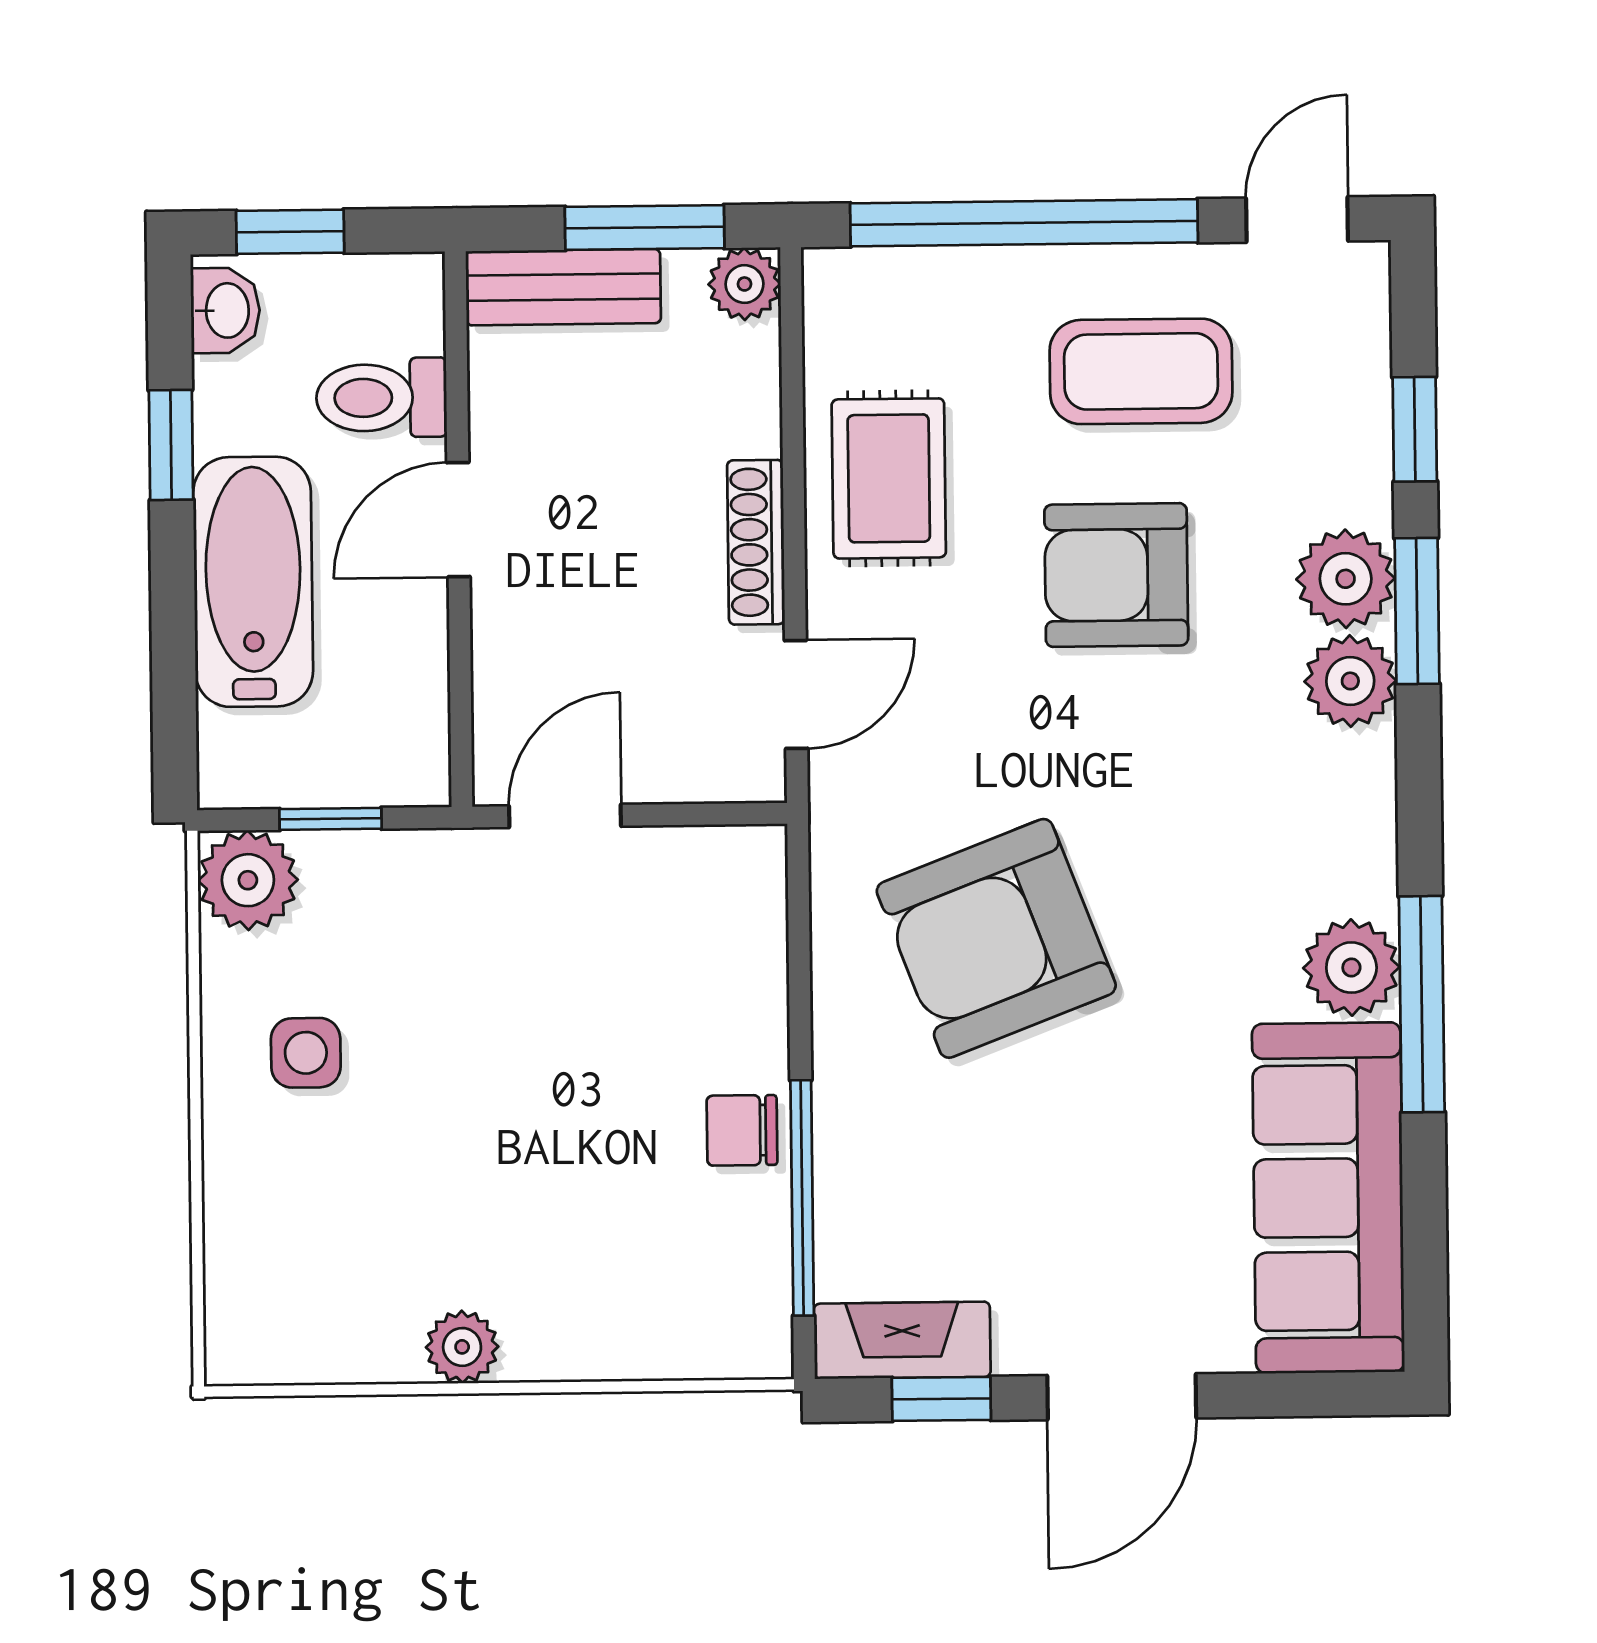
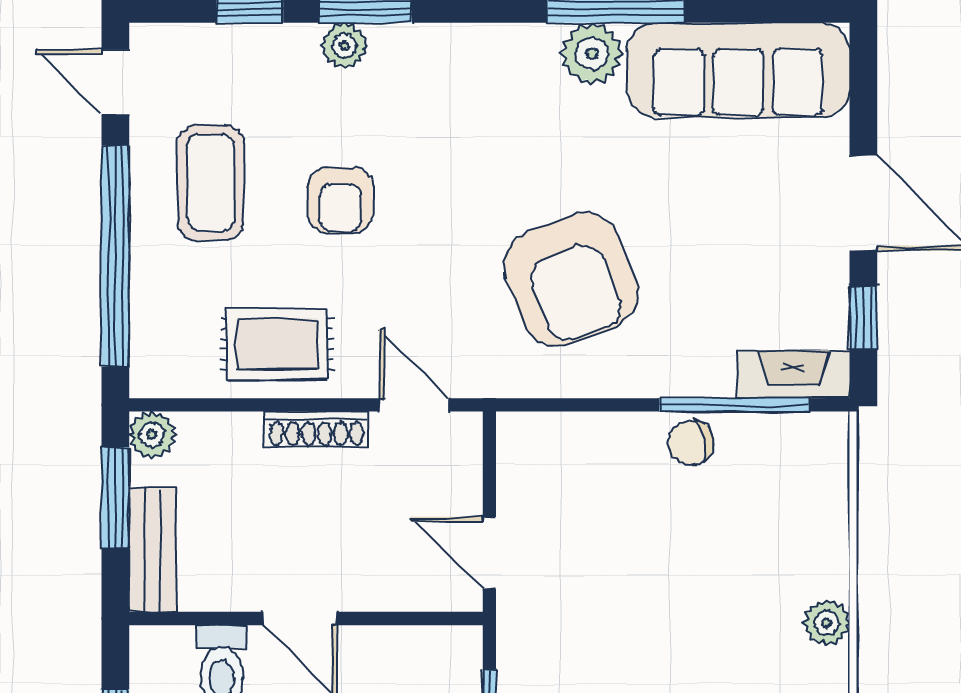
armchair: (1116, 575) -> (340, 200), width x0.72, depth x0.72
plant: (1346, 579) -> (344, 46), width x0.73, depth x0.73
plant: (1350, 681) -> (410, 52), removed
chair: (742, 1130) -> (691, 443), turned 78
fireplace: (902, 1340) -> (794, 374), moved, turned 90

